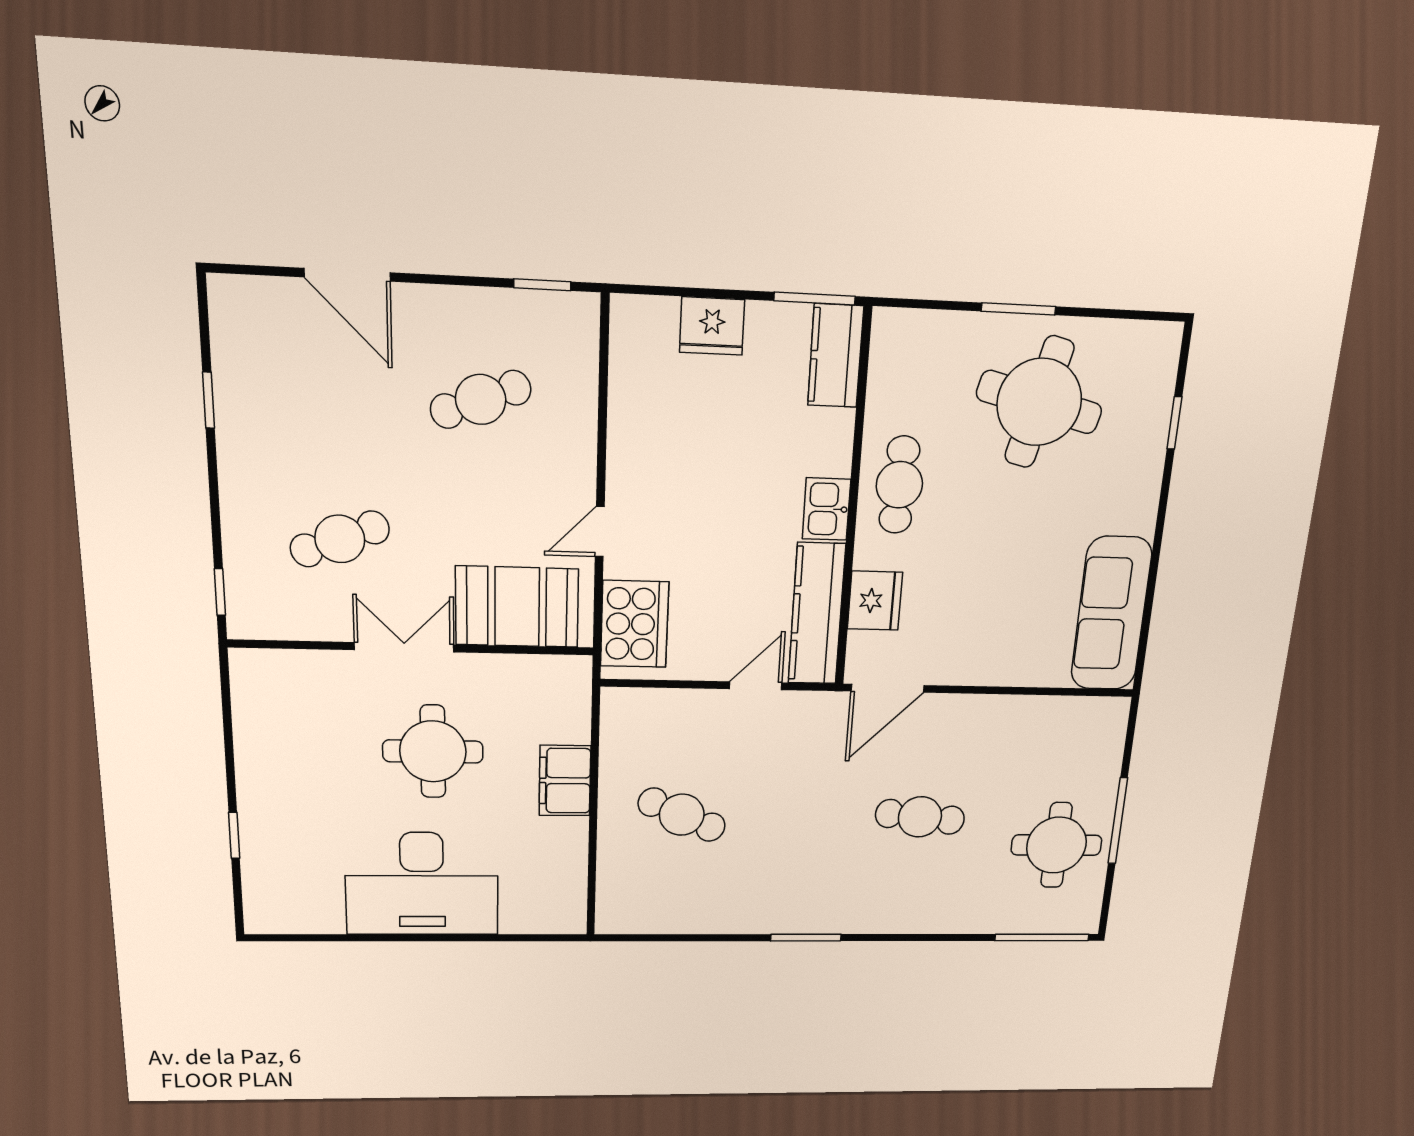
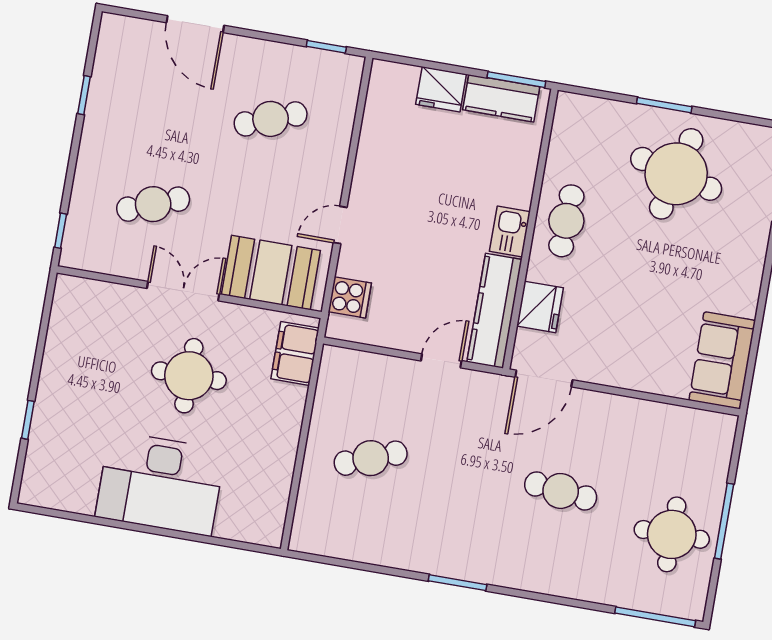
kitchen counter: (836, 356) -> (501, 98), moved, turned -90
sofa: (1111, 614) -> (722, 360), width x0.73
cooker: (635, 624) -> (350, 297), width x0.53, depth x0.76
filing cabinet: (565, 781) -> (295, 353), moved
cafe table: (682, 815) -> (371, 458), turned -45

